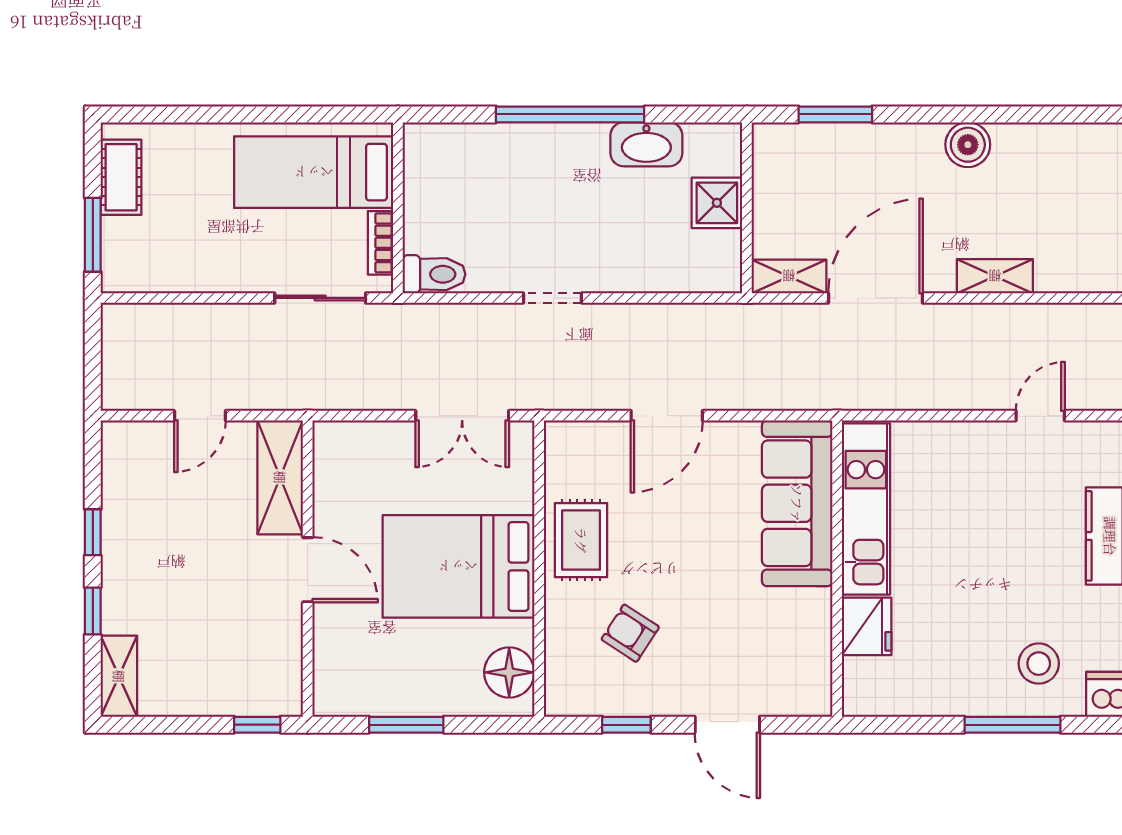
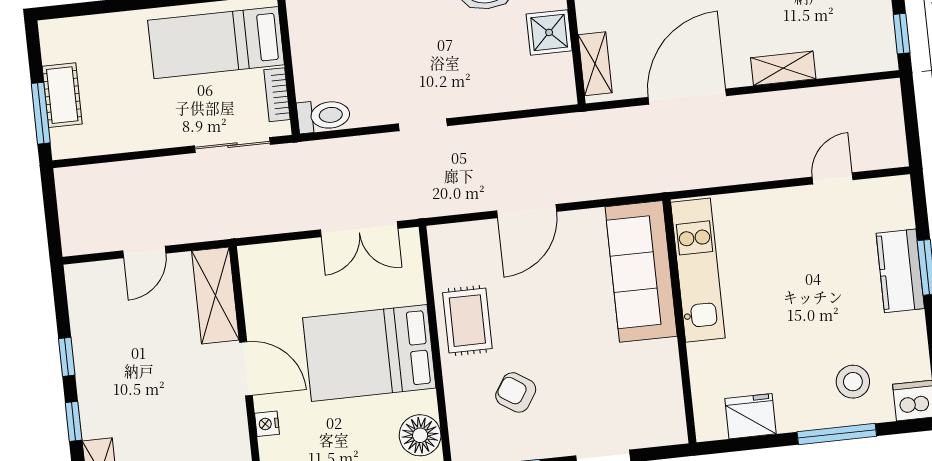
cot: (121, 177) -> (62, 95), moved
shelving: (789, 276) -> (595, 64), moved, turned 90
fridge: (867, 626) -> (750, 416), moved, turned -90
nightstand: (326, 639) -> (267, 424), added

